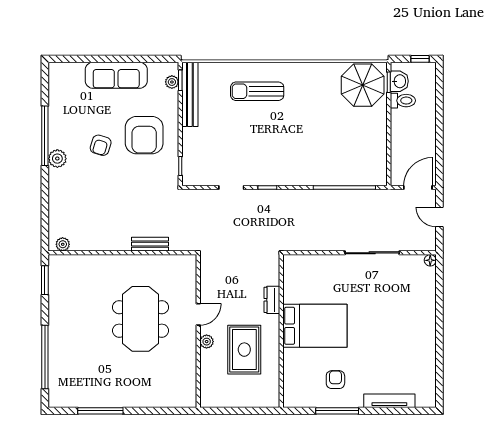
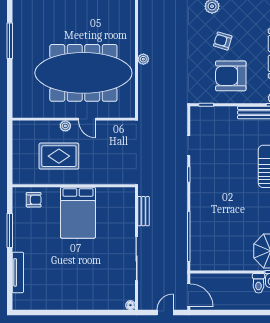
plant: (63, 244) -> (143, 59), moved
bench: (150, 244) -> (143, 211), moved
dresser: (272, 300) -> (99, 178), removed
meeting table: (140, 319) -> (83, 73), width x1.86, depth x1.27
armchair: (335, 380) -> (34, 200), moved

